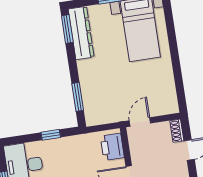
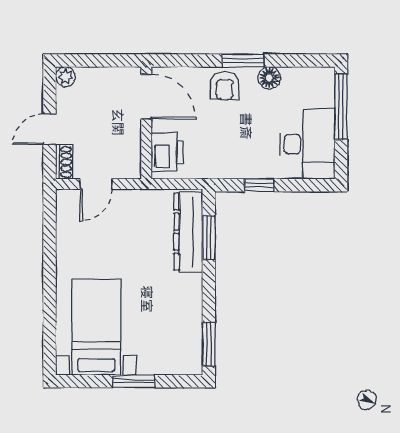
dresser: (81, 33) -> (188, 232), moved
door: (140, 122) -> (96, 184), moved

